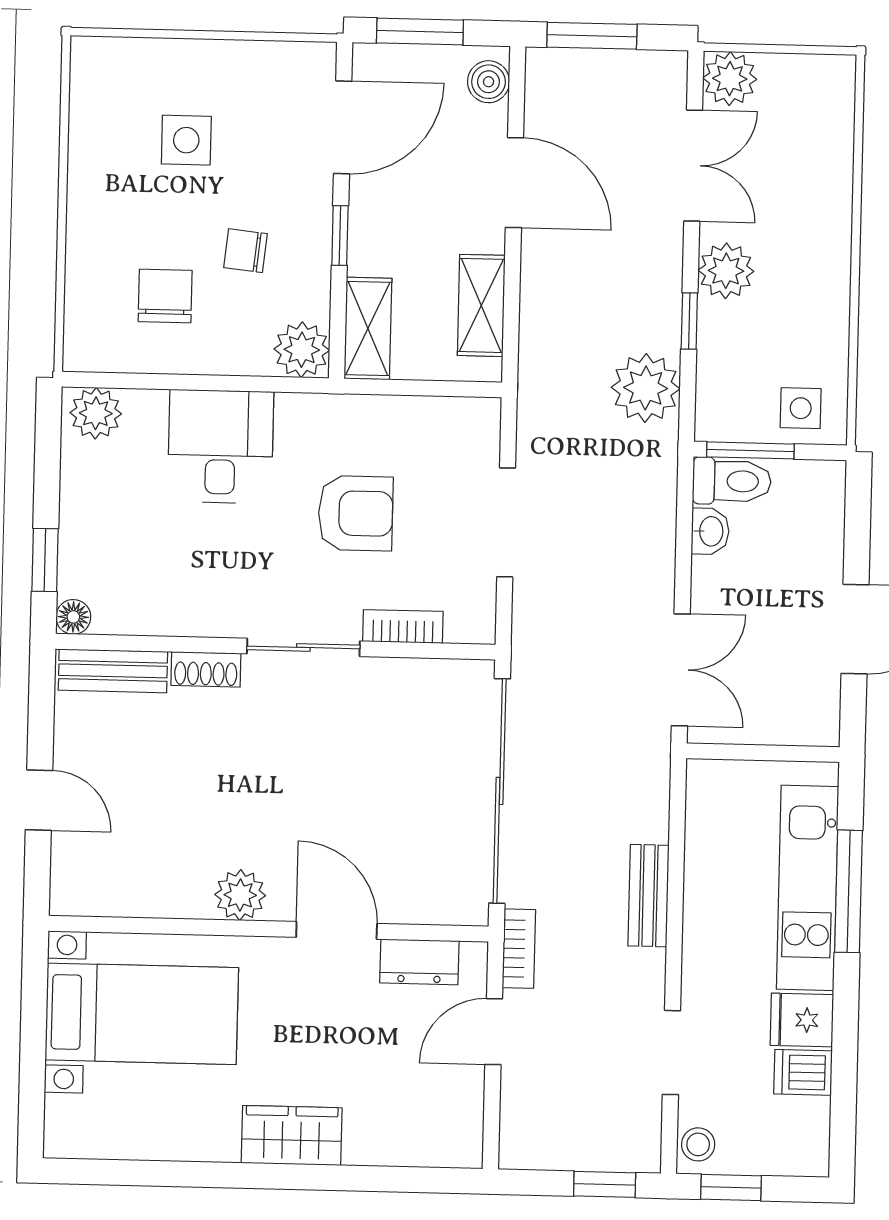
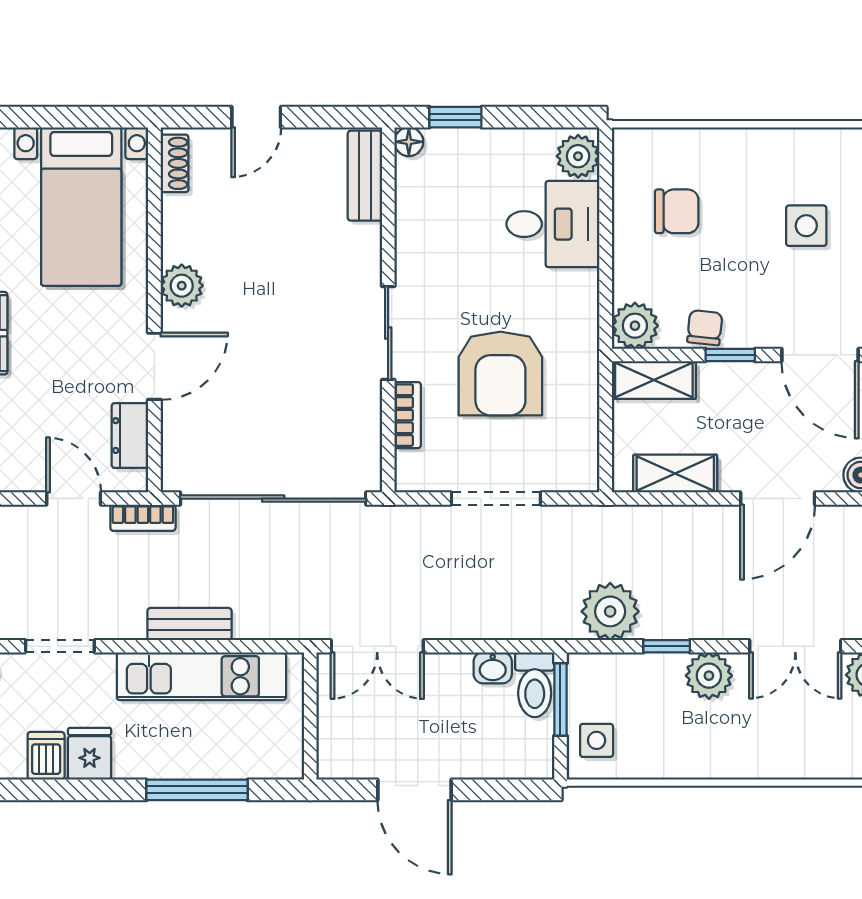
chair: (246, 251) -> (705, 328), moved
desk: (220, 447) -> (553, 224), moved
armchair: (355, 513) -> (500, 374), width x1.36, depth x1.36
shoe rack: (206, 669) -> (174, 163), moved, turned 180
kitchen unit: (808, 888) -> (201, 676), moved, turned 180

